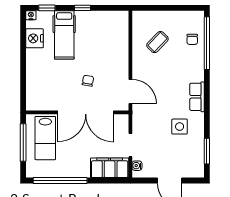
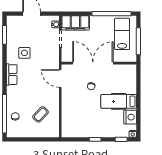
hospital bed: (64, 35) -> (119, 101), moved, turned -90
lab bench: (45, 138) -> (122, 34), moved

